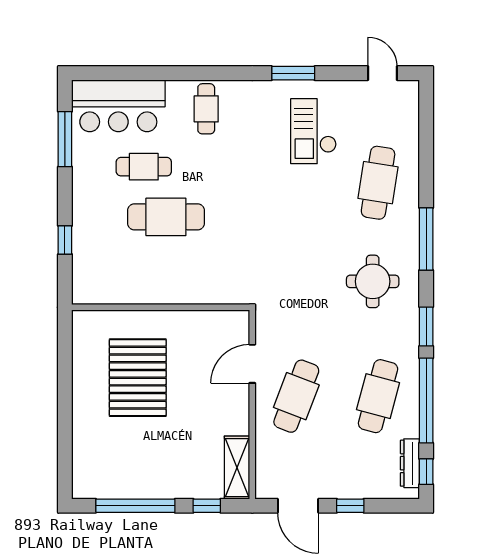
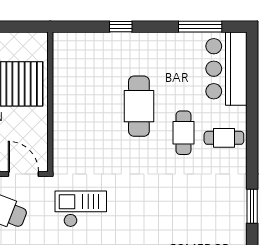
checkout: (313, 131) -> (81, 209), moved
cafe table: (144, 167) -> (183, 133), moved
wall: (161, 307) -> (50, 102), moved

